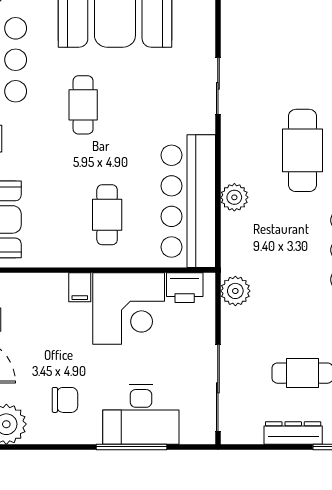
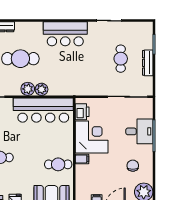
cafe table: (107, 215) -> (58, 164), moved
plant: (235, 291) -> (28, 89), moved
desk: (141, 415) -> (139, 131), width x0.73

